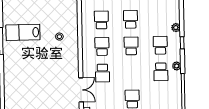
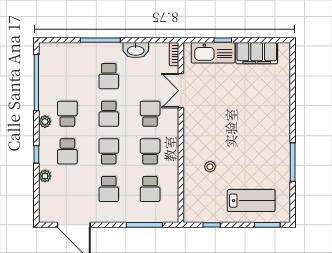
lab bench: (23, 32) -> (251, 201), moved
school desk: (131, 46) -> (109, 151), turned 180
school desk: (102, 47) -> (150, 151), turned 180
school desk: (132, 72) -> (109, 114), added

